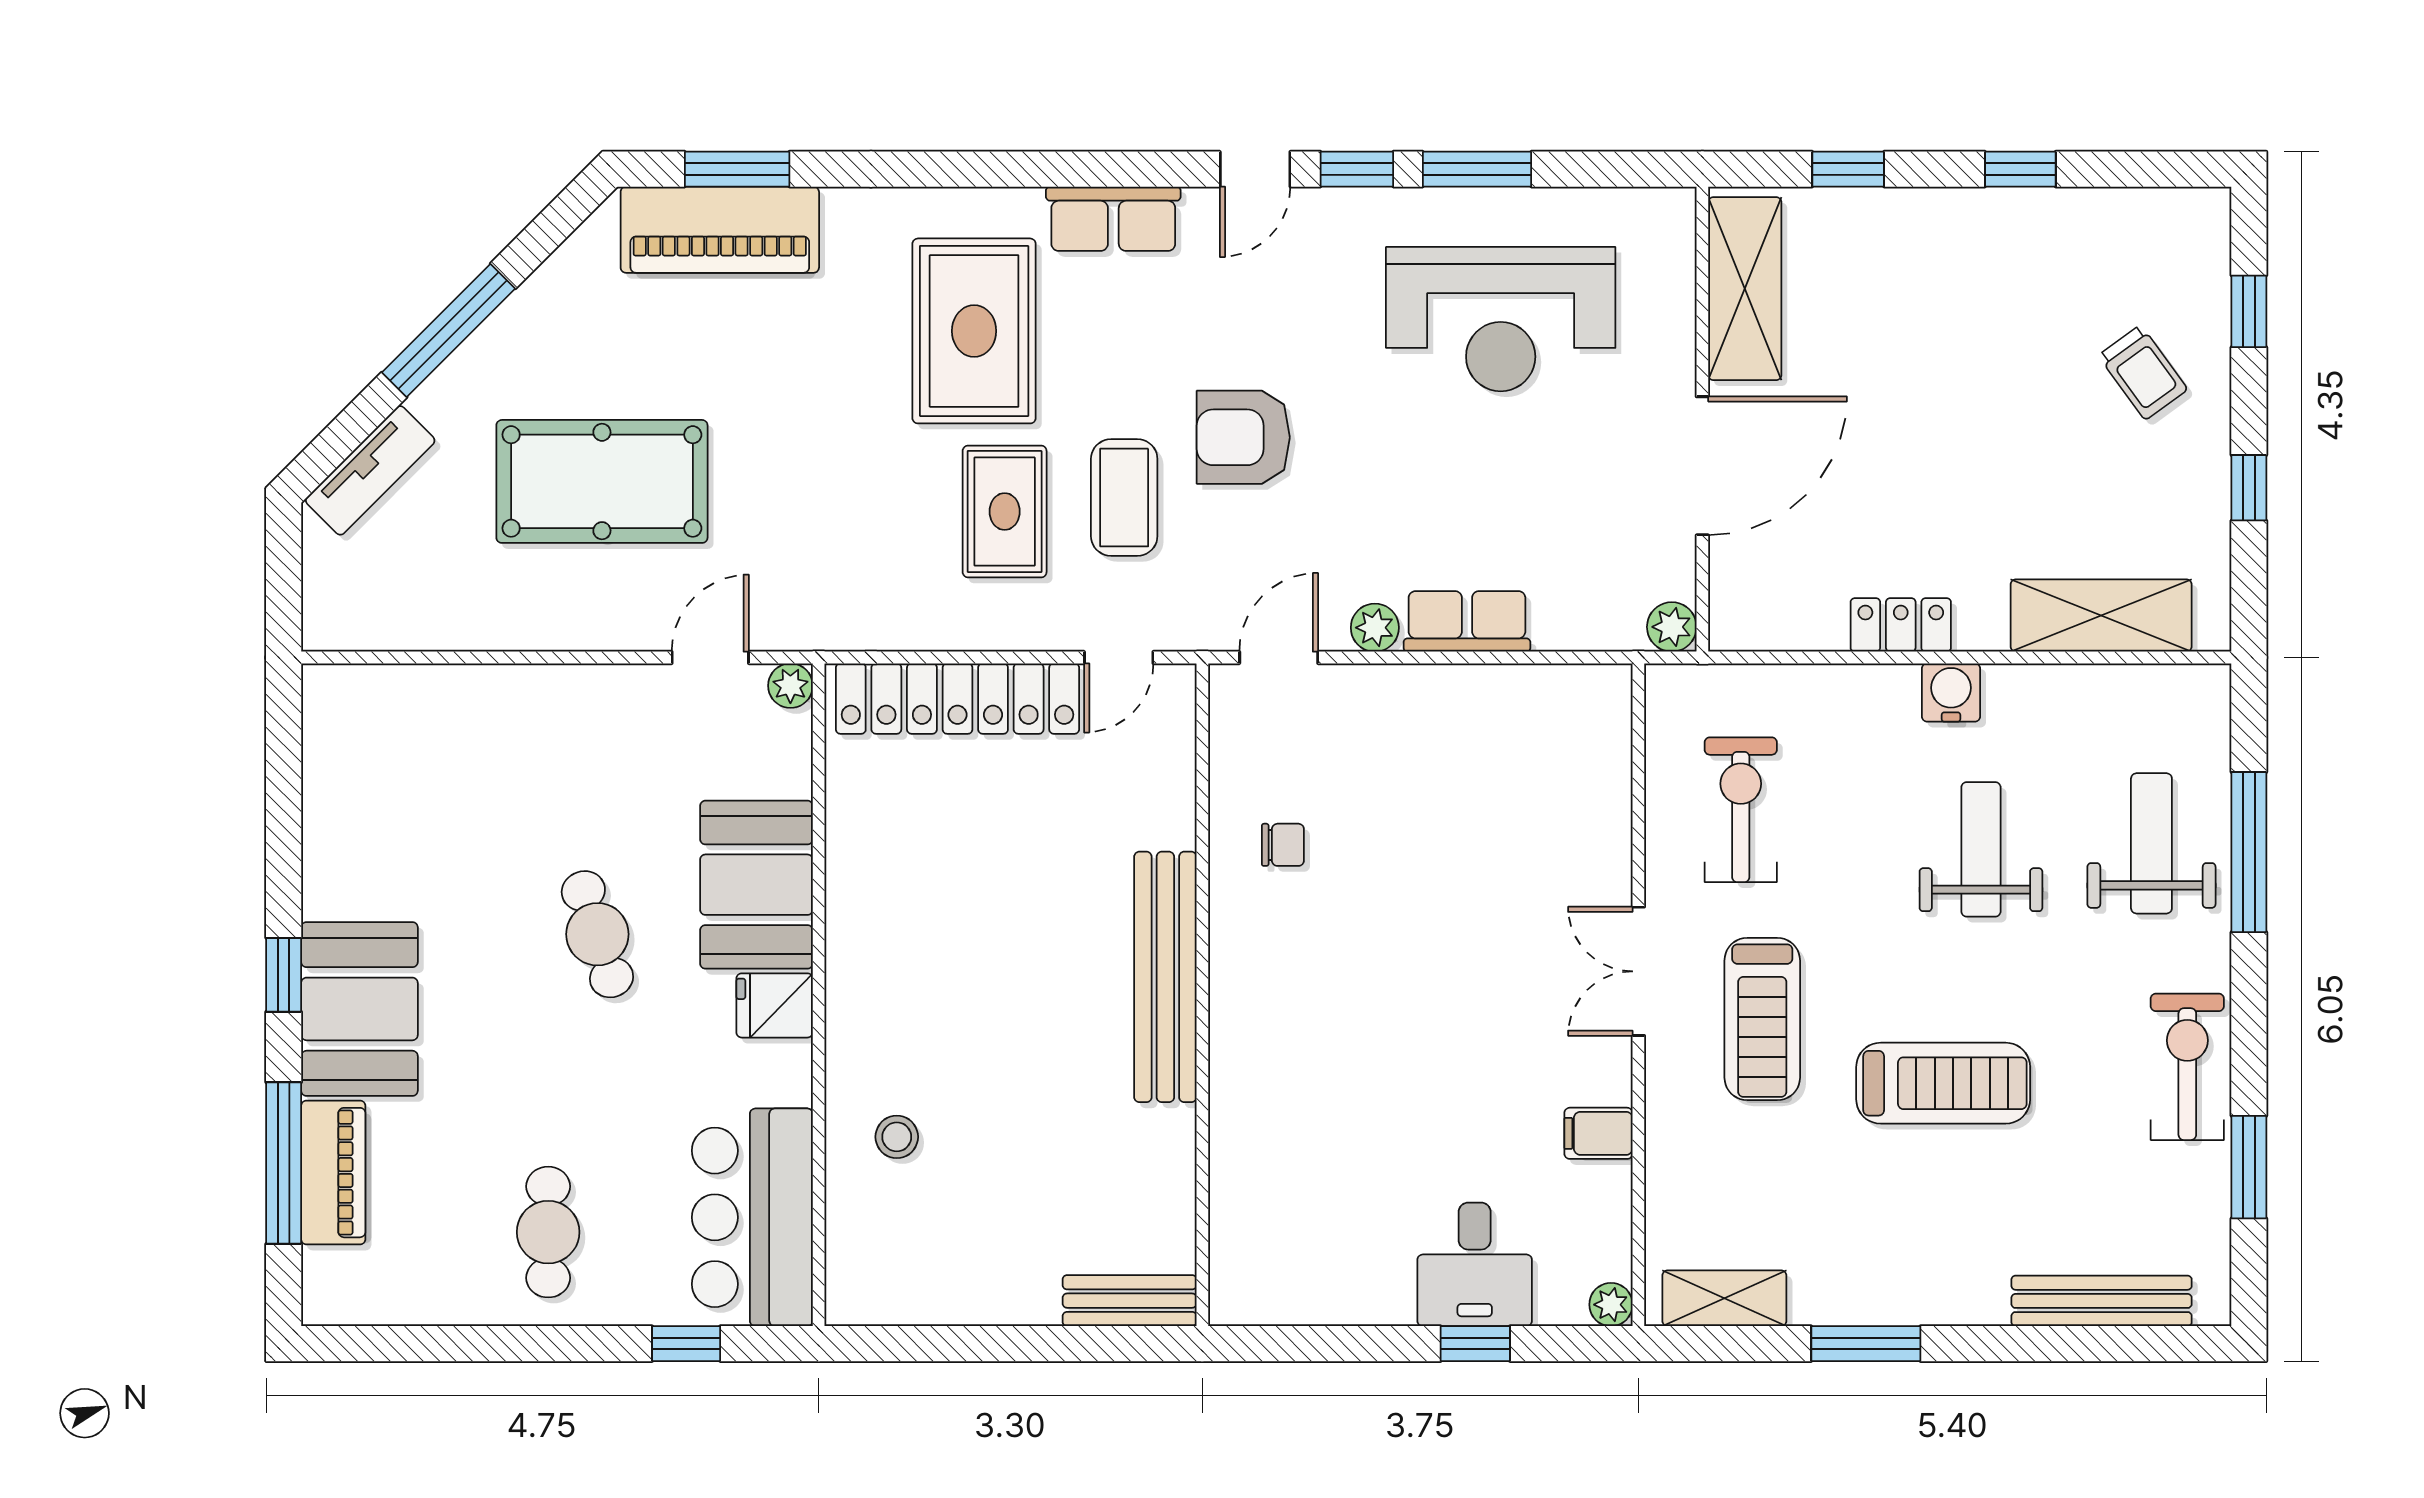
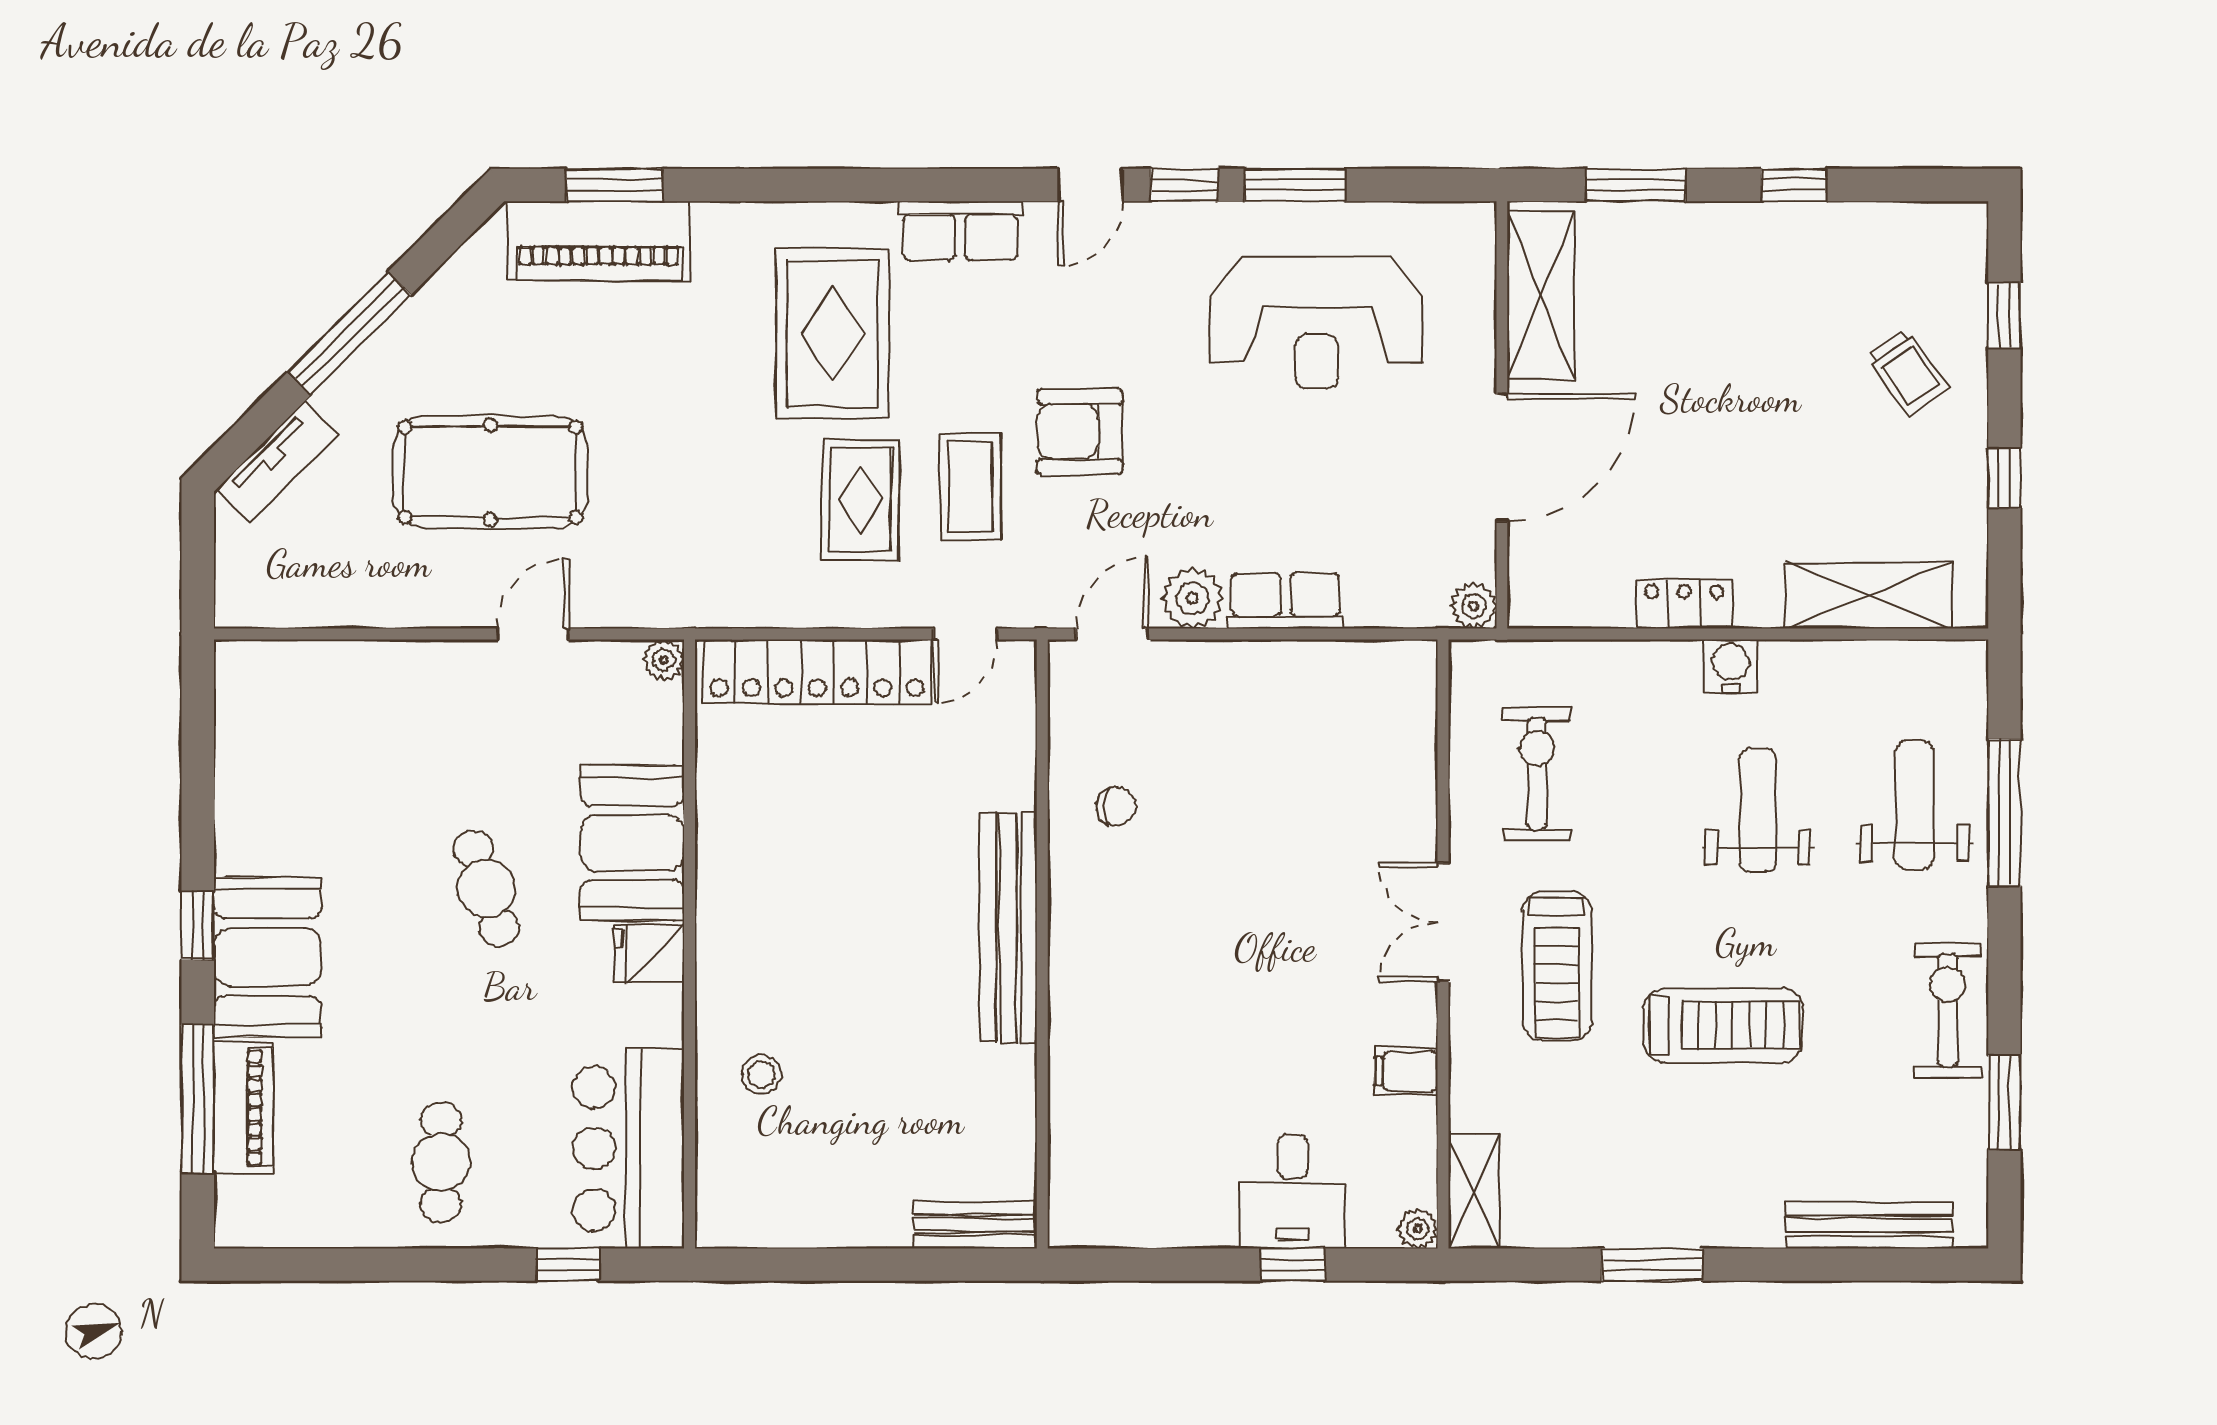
window: (1848, 169) -> (1636, 185), width x1.50
plant: (1375, 628) -> (1193, 598), width x1.38, depth x1.38
door: (710, 658) -> (533, 634), moved
shelving: (1724, 1298) -> (1474, 1192), moved, turned 90

